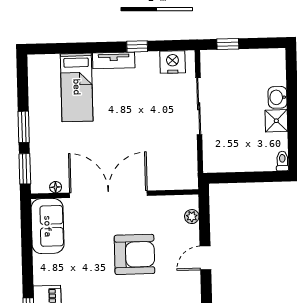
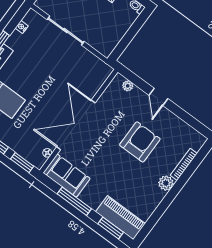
nightstand: (173, 62) -> (22, 27), width x0.53, depth x0.56
armchair: (134, 254) -> (140, 142), moved
window: (27, 255) -> (74, 201), added

